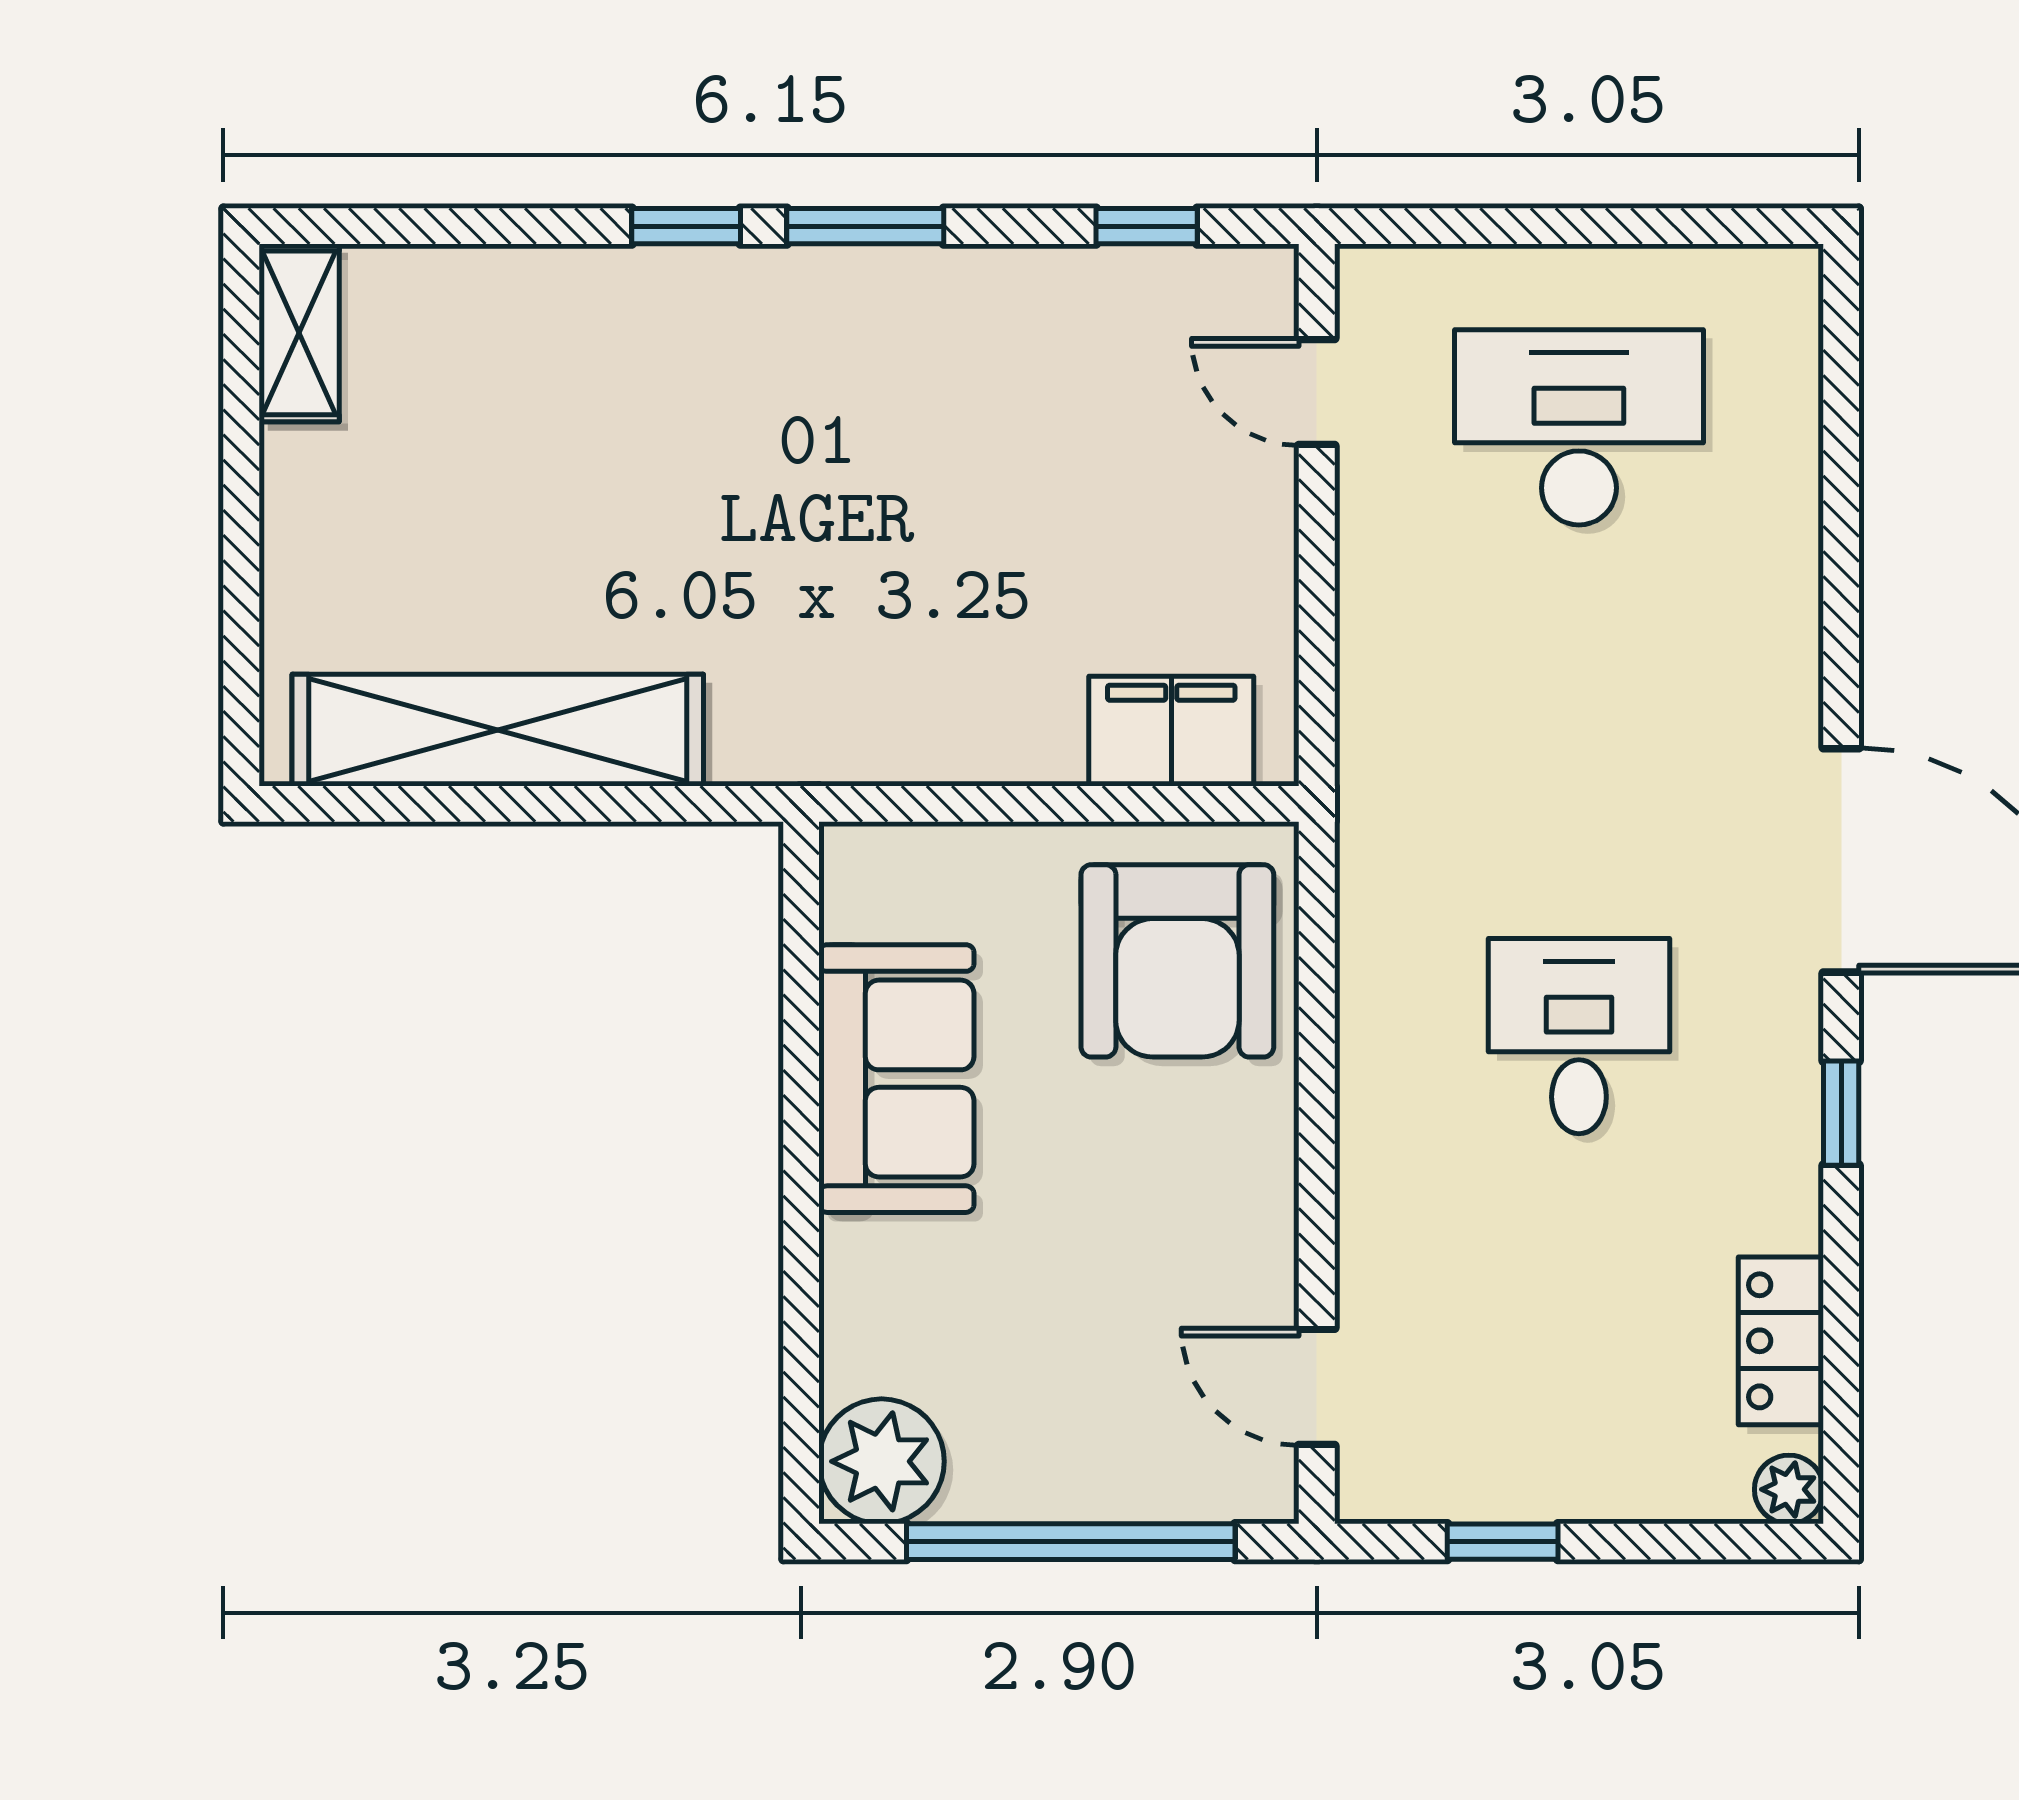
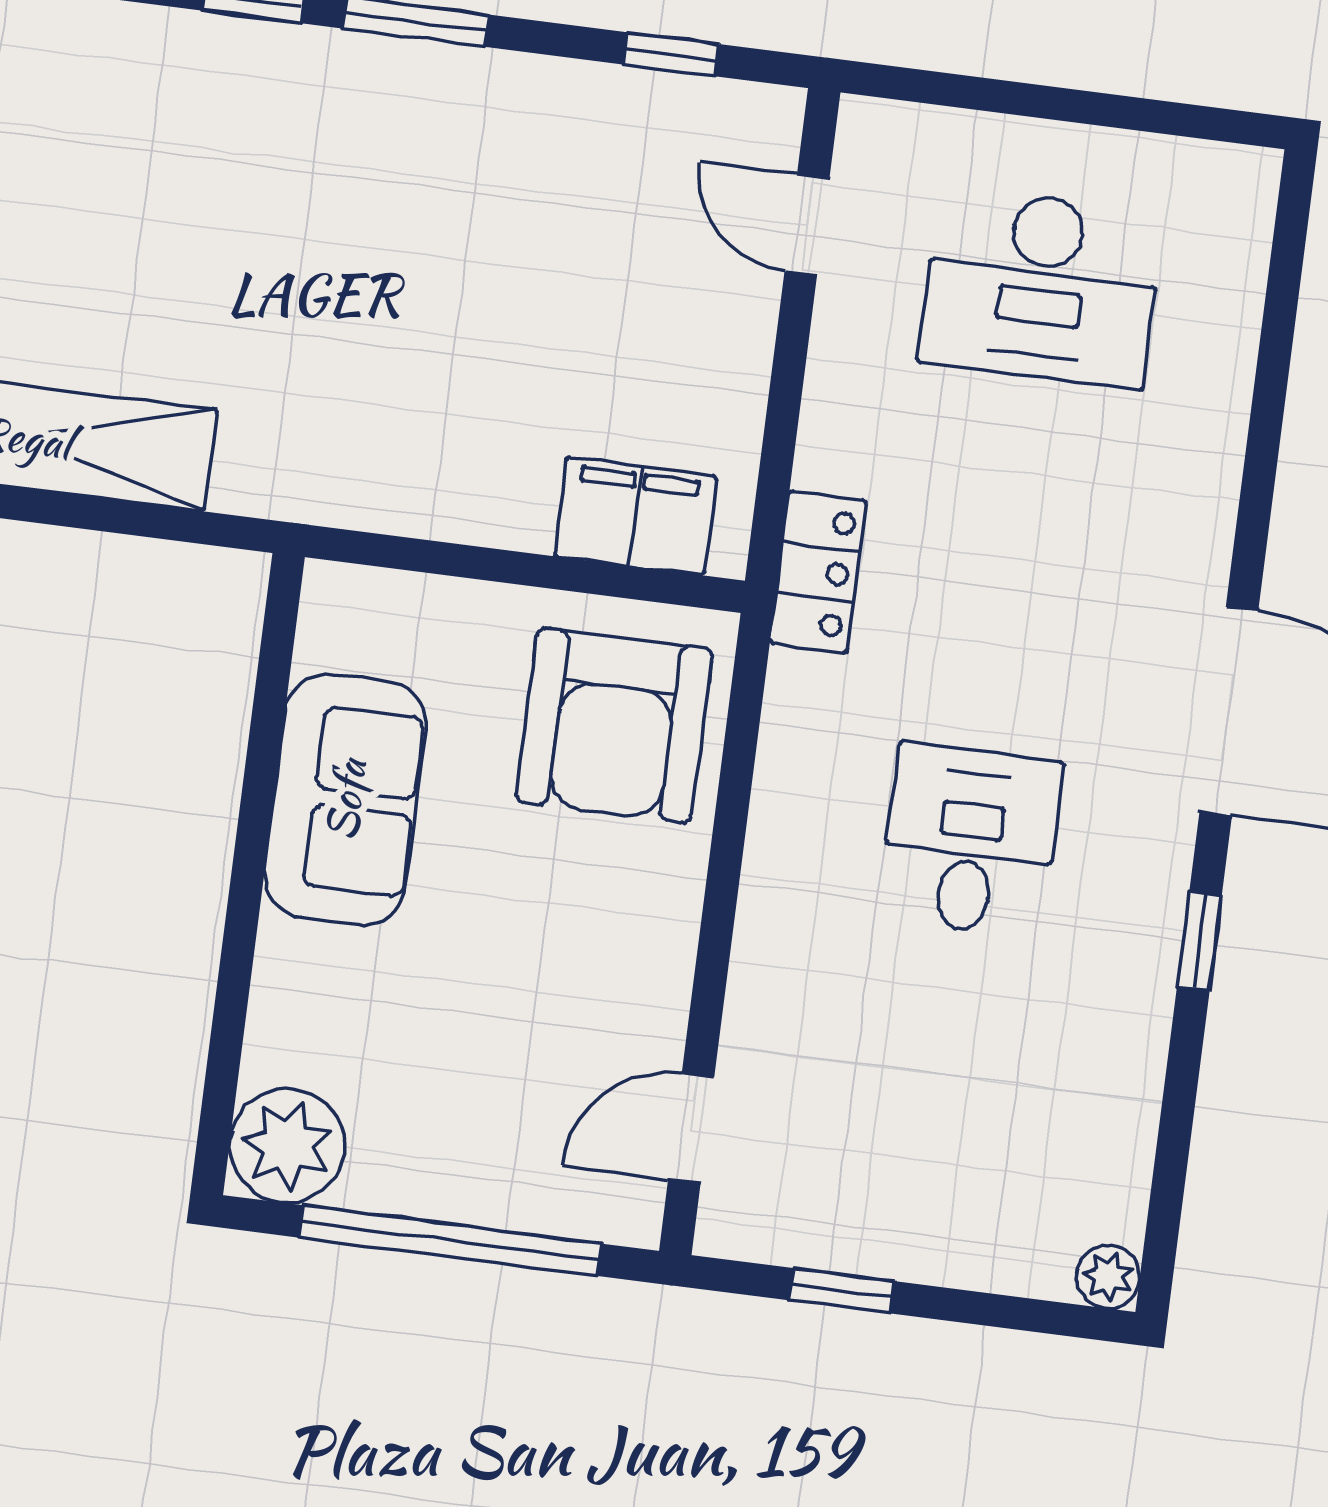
desk: (1579, 427) -> (1041, 287), turned 180
locker: (1781, 1341) -> (818, 572), moved, turned 180
door: (1317, 1387) -> (691, 1129), hinge flipped

